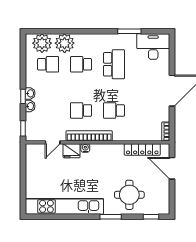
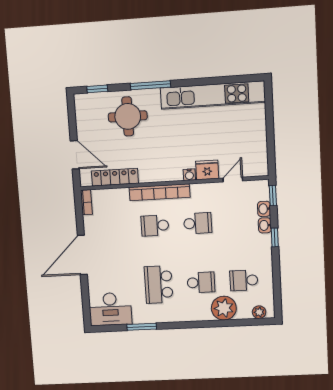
plant: (42, 43) -> (259, 312), width x0.53, depth x0.53
washbasin: (30, 93) -> (264, 209), moved
school desk: (114, 110) -> (155, 226), turned 180
bookcase: (89, 136) -> (160, 192), moved
window: (111, 217) -> (150, 85), width x1.44

